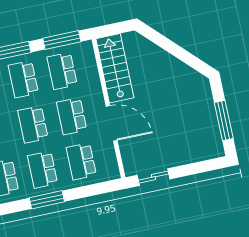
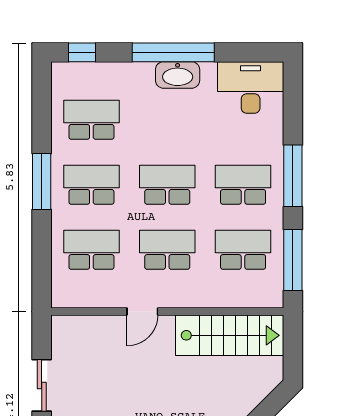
door: (112, 123) -> (142, 311), width x0.53
sliding door: (153, 177) -> (42, 385), moved

